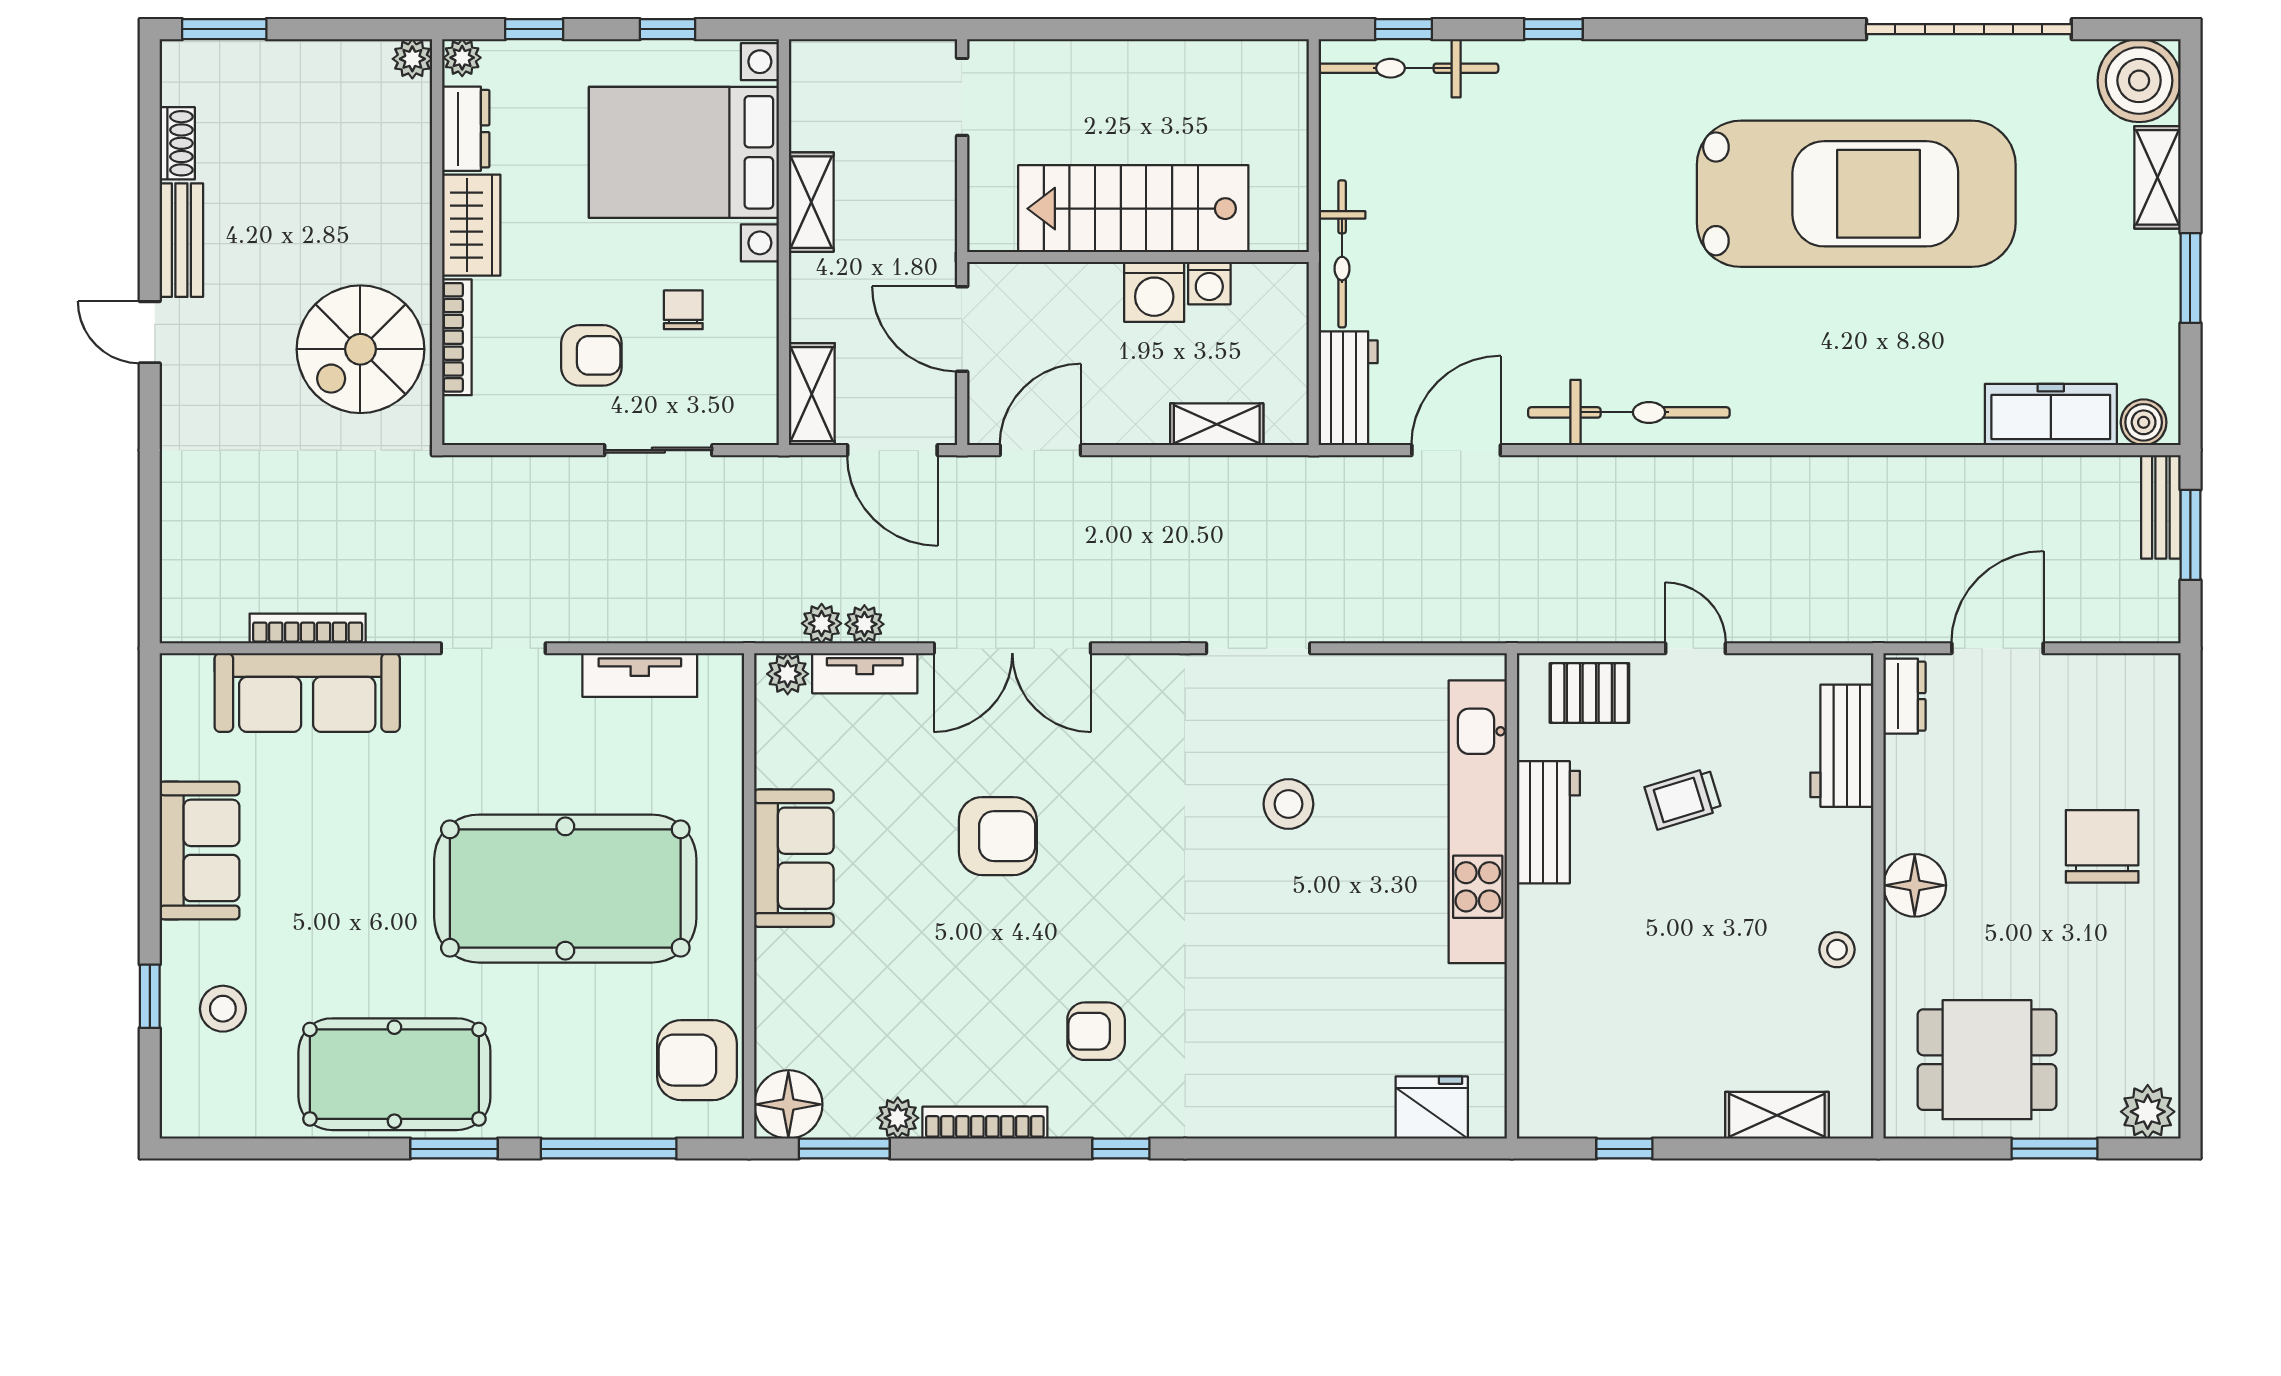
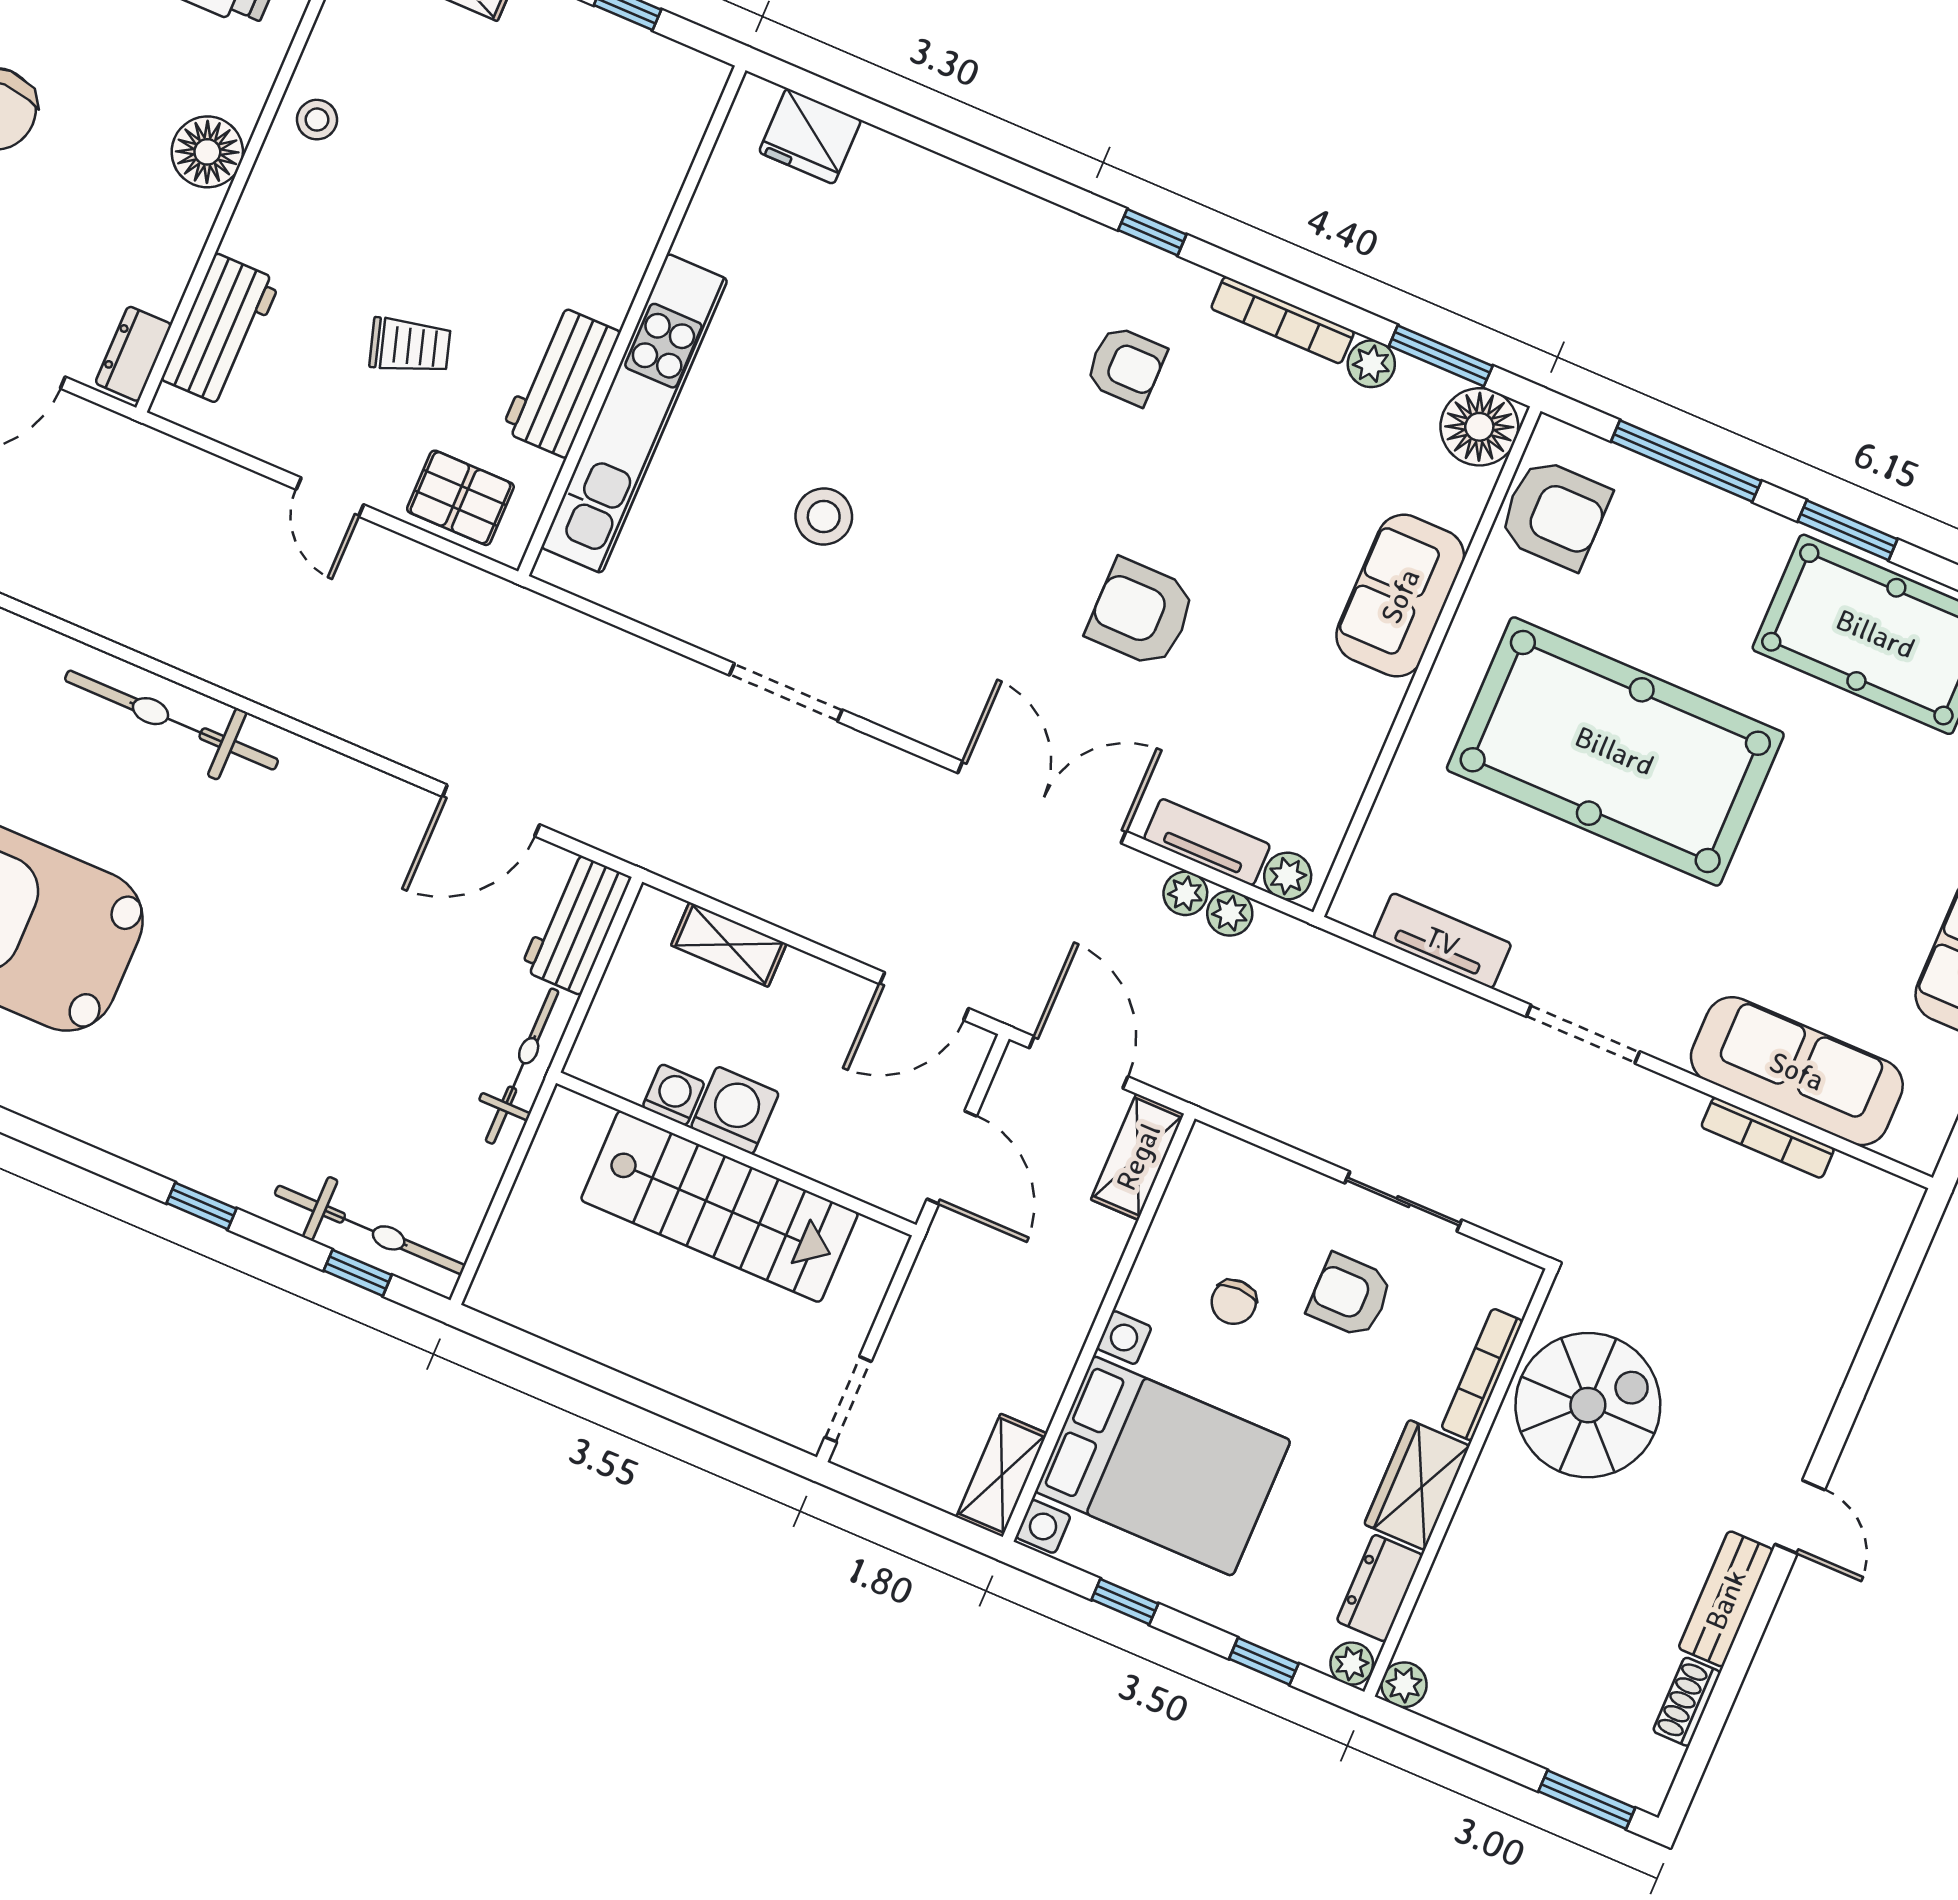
shelving: (811, 202) -> (1002, 1475), moved
bicycle: (1629, 412) -> (172, 720), moved
sliding door: (658, 450) -> (1403, 1202), moved
sofa: (794, 858) -> (1400, 596), moved

